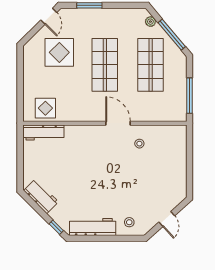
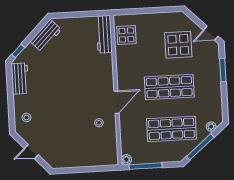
plant: (181, 116) -> (126, 160), added
workbench: (93, 227) -> (20, 78), width x0.73

